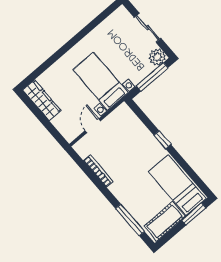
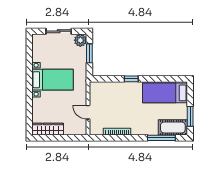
window: (152, 77) -> (89, 53), width x0.69
bed with nightstands: (101, 81) -> (53, 80), moved, turned 180
window: (194, 214) -> (190, 116), moved
cot: (165, 221) -> (173, 127), moved, turned 90

